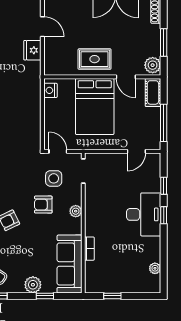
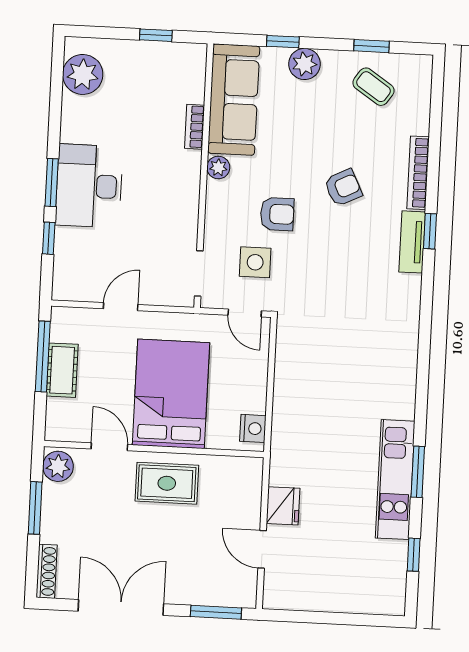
cot: (153, 92) -> (62, 370), moved
door: (136, 151) -> (121, 307), moved
plant: (76, 211) -> (218, 167), moved
window: (164, 215) -> (52, 183), width x1.50
plant: (155, 268) -> (83, 74), width x1.88, depth x1.88

